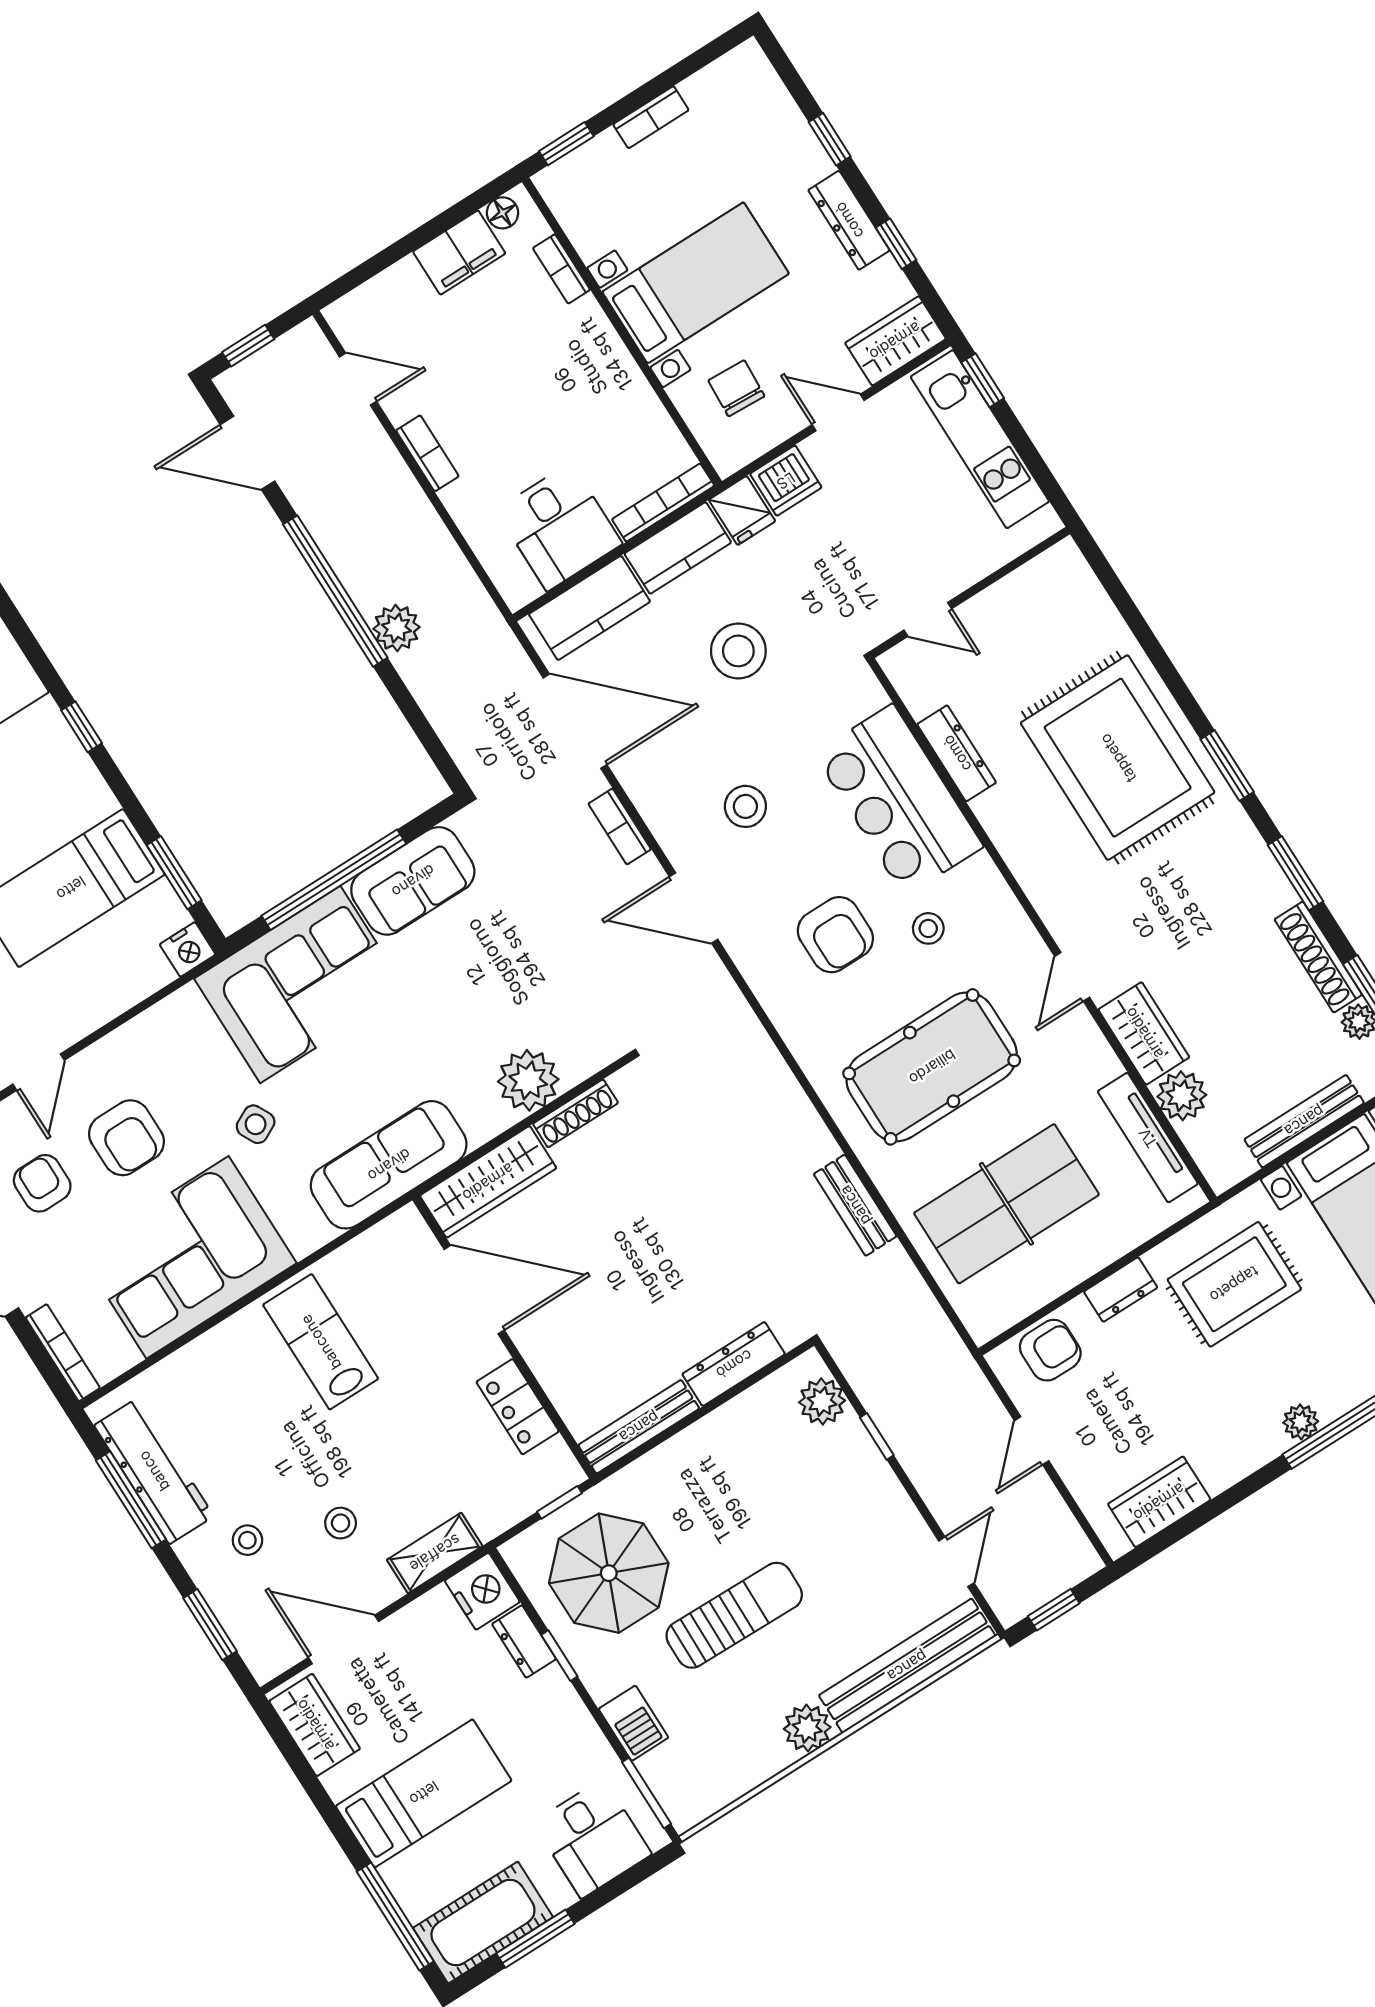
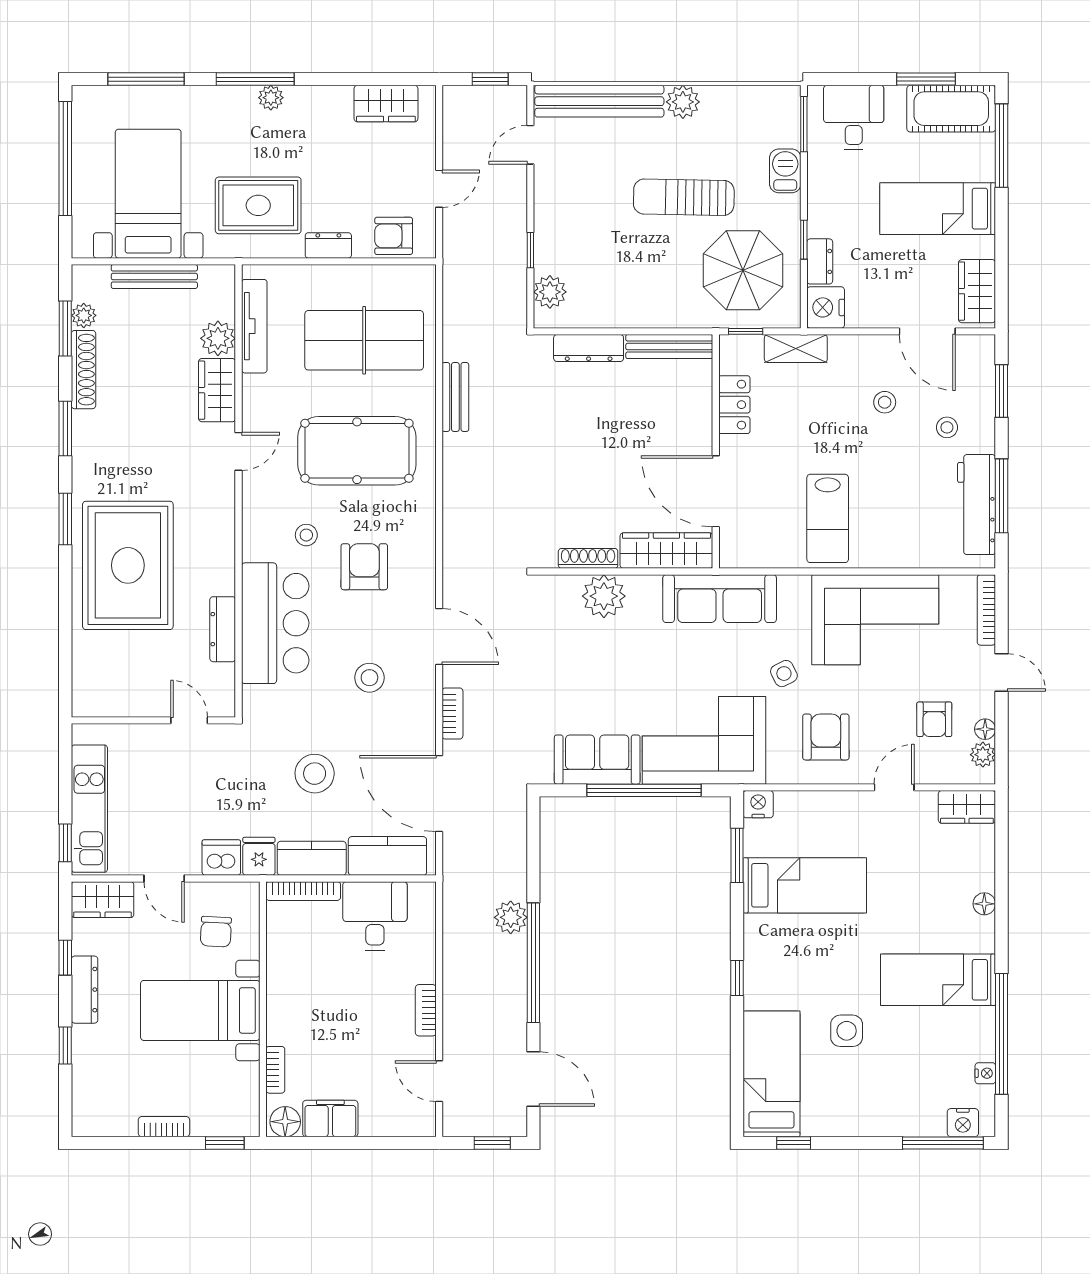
floor lamp: (502, 213) -> (285, 1122), width x1.37, depth x1.37
armchair: (127, 1138) -> (826, 737), moved
shelving: (435, 1553) -> (796, 348), moved

